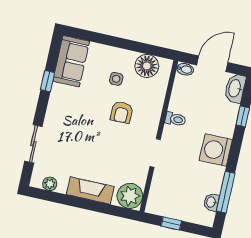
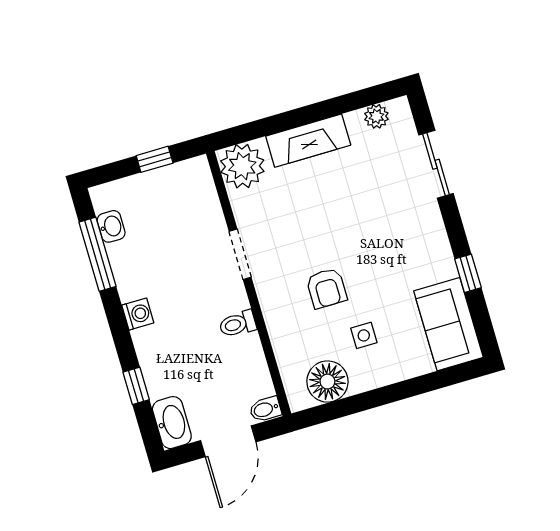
armchair: (122, 112) -> (327, 288), turned 180
washing machine: (216, 150) -> (138, 314), width x0.53, depth x0.53

